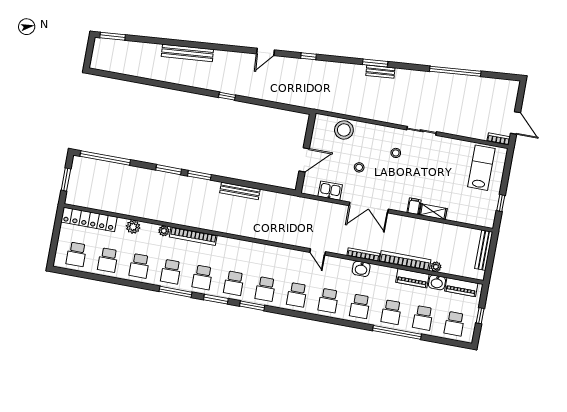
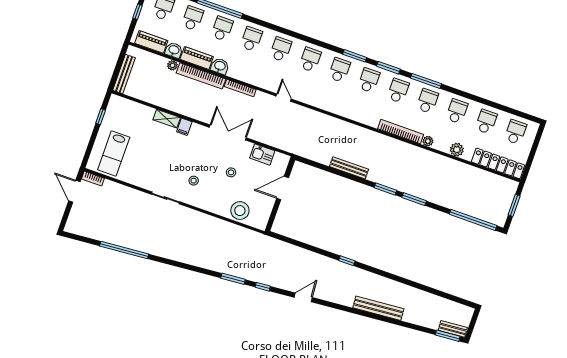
window: (375, 63) -> (233, 279), moved
bench: (380, 72) -> (453, 329), moved
washbasin: (361, 269) -> (220, 66), moved

